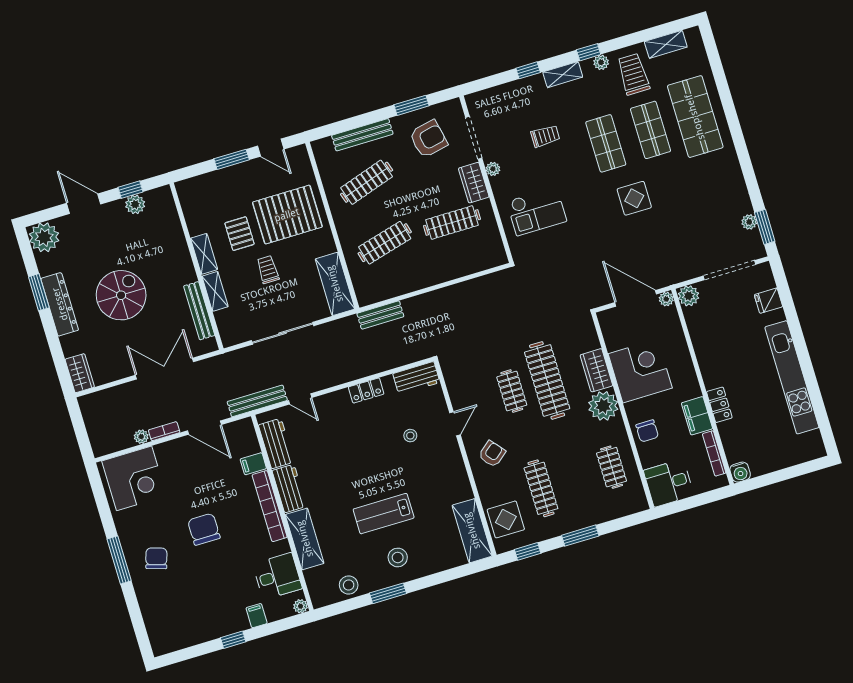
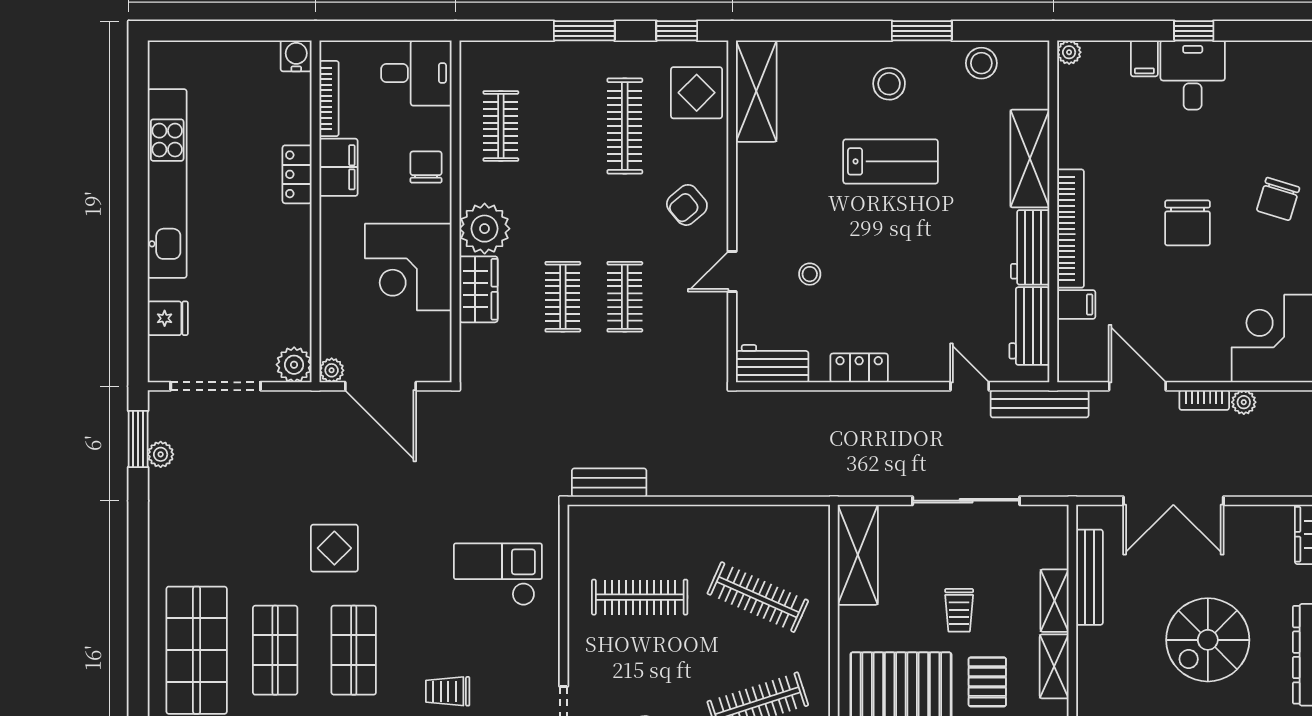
plant: (493, 169) -> (548, 664), removed
wardrobe: (474, 183) -> (585, 651), removed
clothes rail: (385, 243) -> (758, 597), turned 39
bench: (380, 315) -> (609, 483), moved
clothes rail: (547, 380) -> (563, 297), width x0.54, depth x0.76
desk: (277, 576) -> (1193, 75), moved, turned 90

